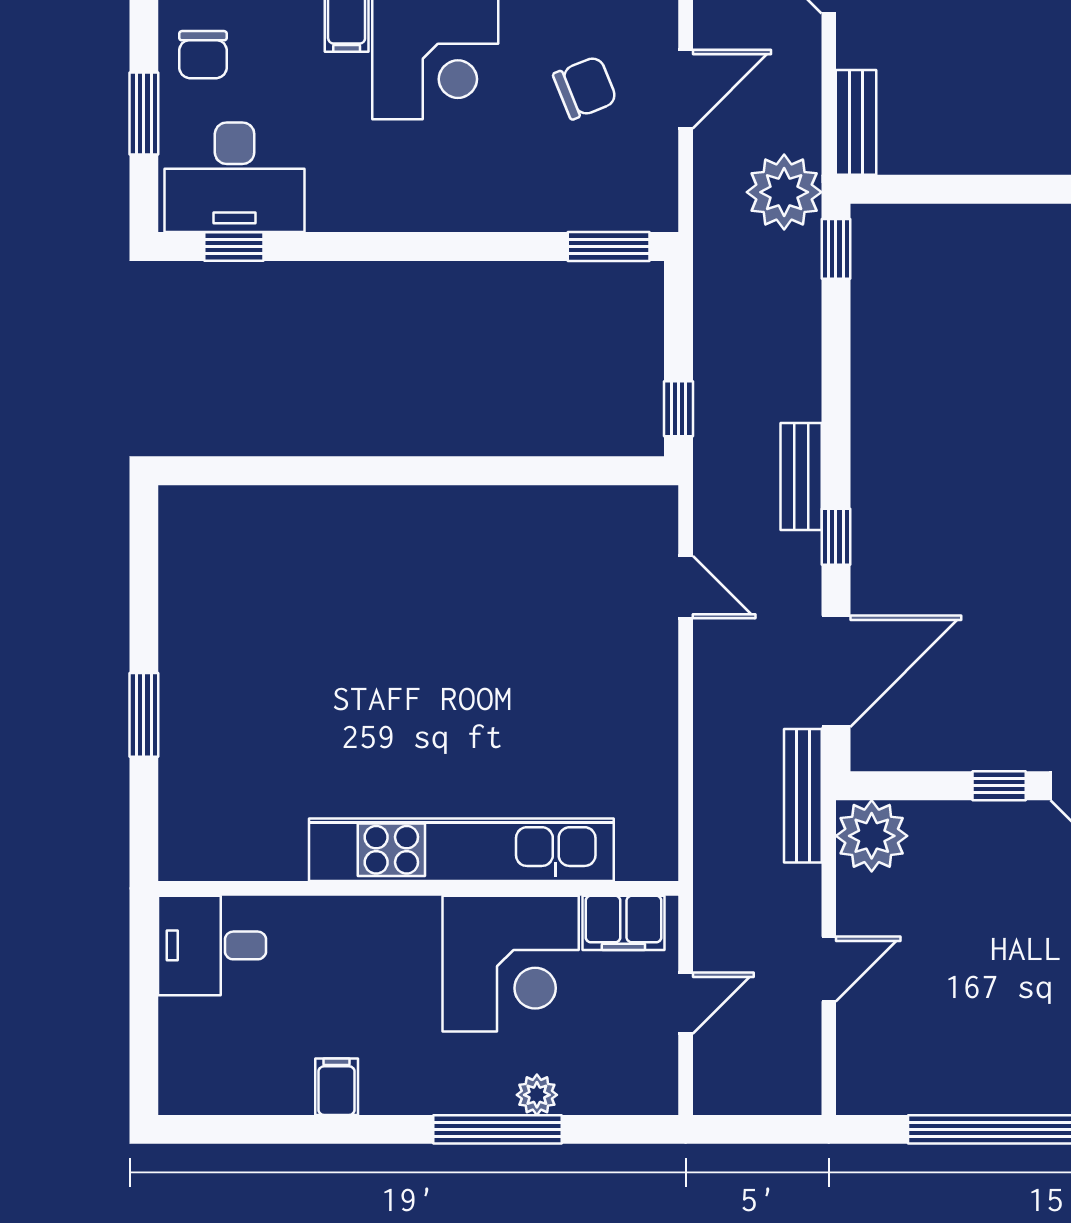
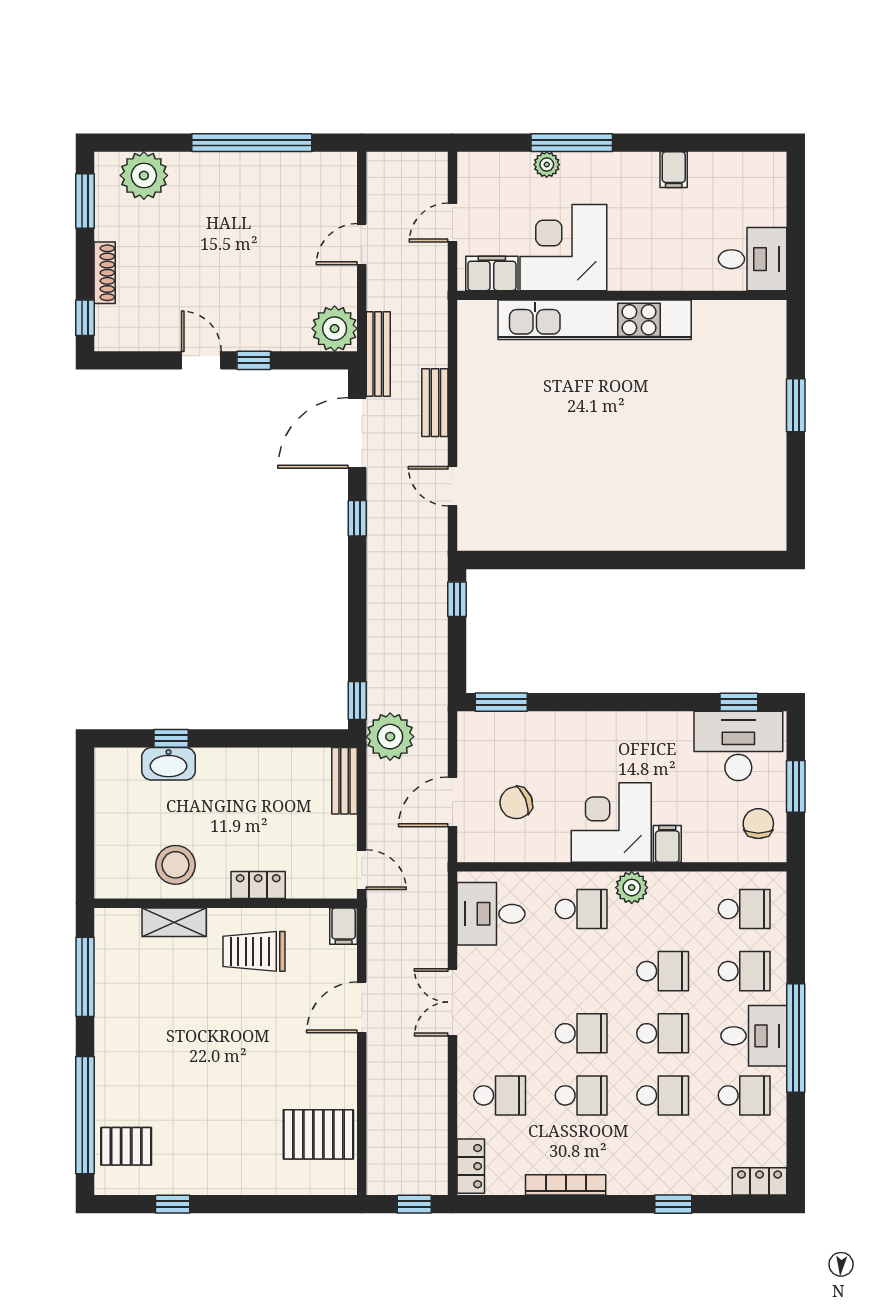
bench: (801, 477) -> (435, 403), moved

